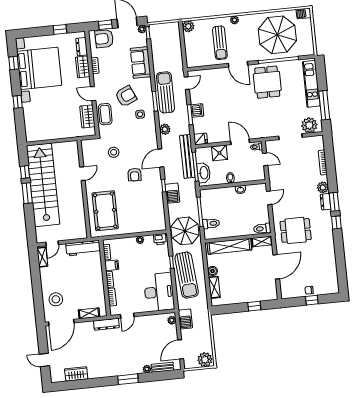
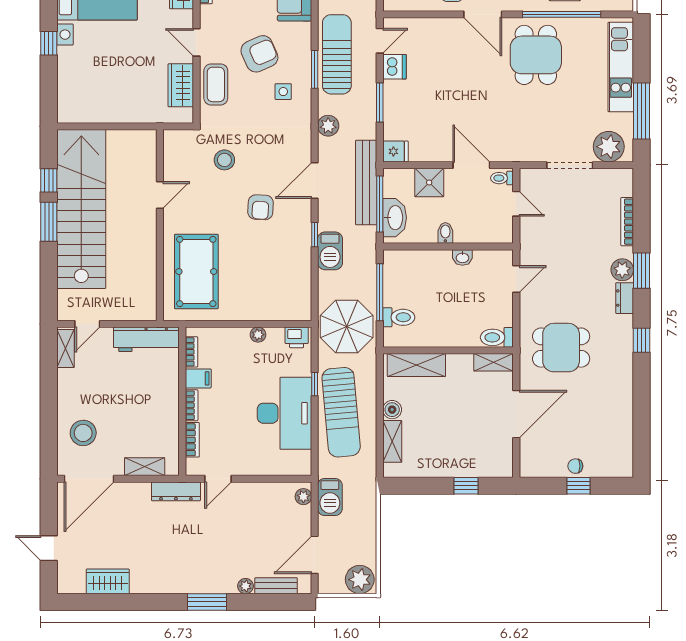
dishwasher: (197, 110) -> (394, 67), moved
window: (334, 202) -> (641, 271), moved
shelving: (229, 246) -> (416, 365), width x0.68
desk: (159, 292) -> (284, 413), moved

